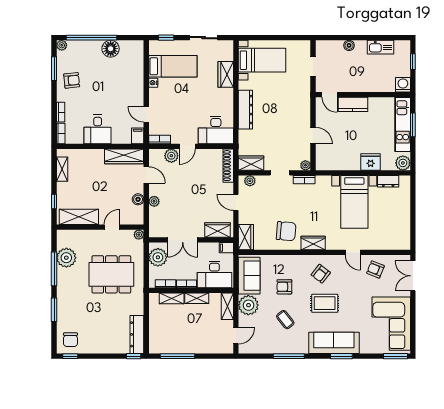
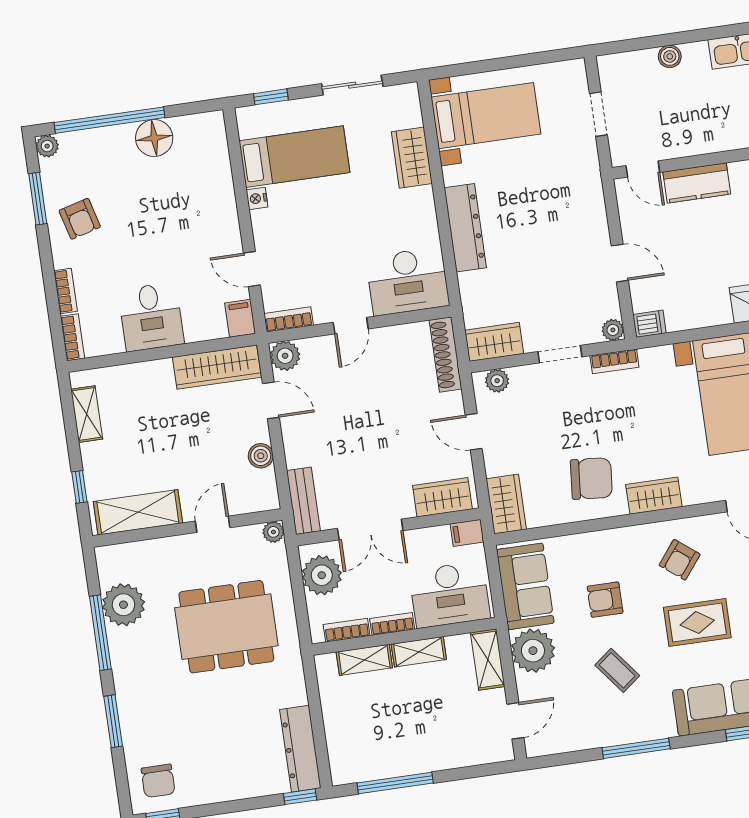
armchair: (72, 80) -> (80, 219), turned 81
plant: (171, 156) -> (285, 356), moved
dishwasher: (322, 165) -> (649, 324), added
plant: (154, 201) -> (296, 455), removed
bench: (154, 222) -> (303, 501), added

